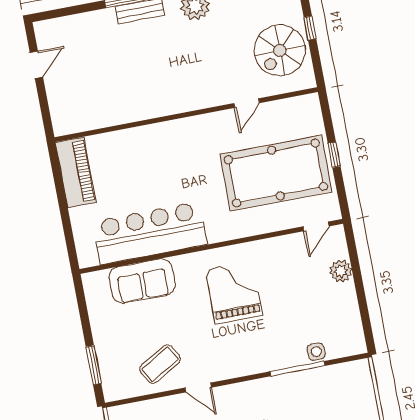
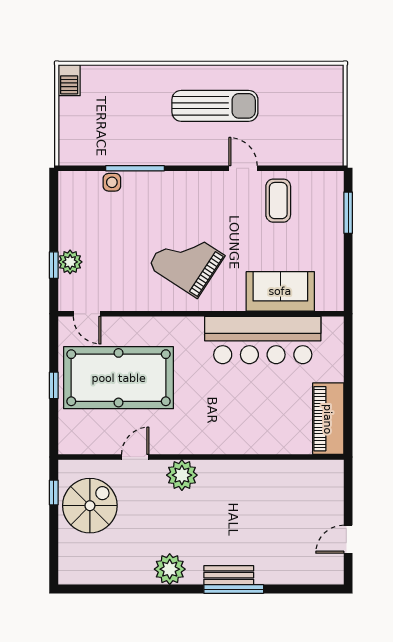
window: (310, 28) -> (54, 492), moved
plant: (200, 95) -> (182, 475), added
door: (316, 226) -> (87, 314), swing flipped
window: (355, 265) -> (54, 265), added
grand piano: (234, 292) -> (186, 261), turned 123
coffee table: (160, 364) -> (278, 201), turned -60

